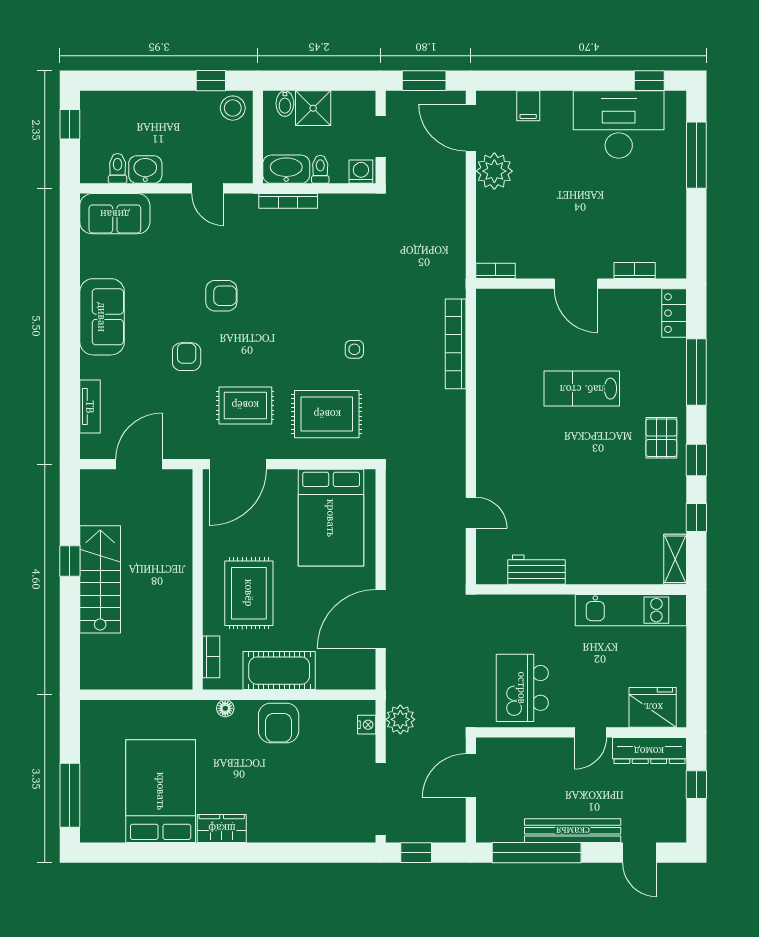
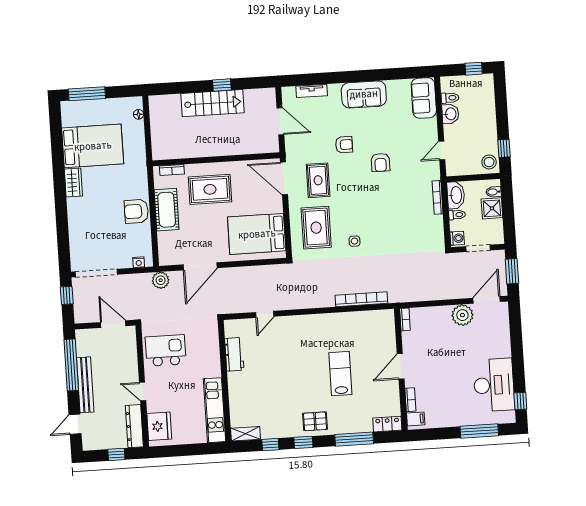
filing cabinet: (528, 106) -> (416, 419), moved, turned 180
door: (381, 619) -> (200, 266), swing flipped
floor lamp: (225, 708) -> (139, 114), moved
plant: (400, 719) -> (161, 280), moved

